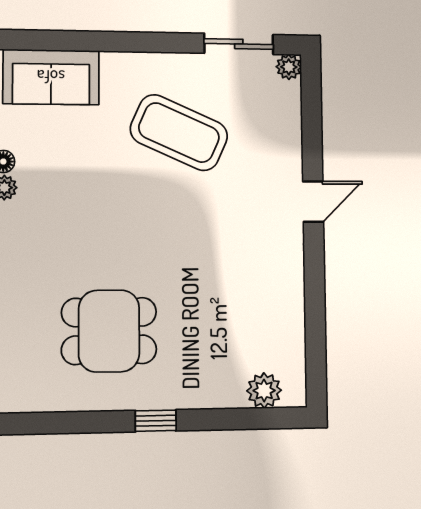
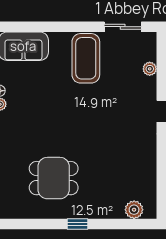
plant: (289, 67) -> (150, 69), moved
coffee table: (179, 133) -> (86, 58), moved, turned 66

